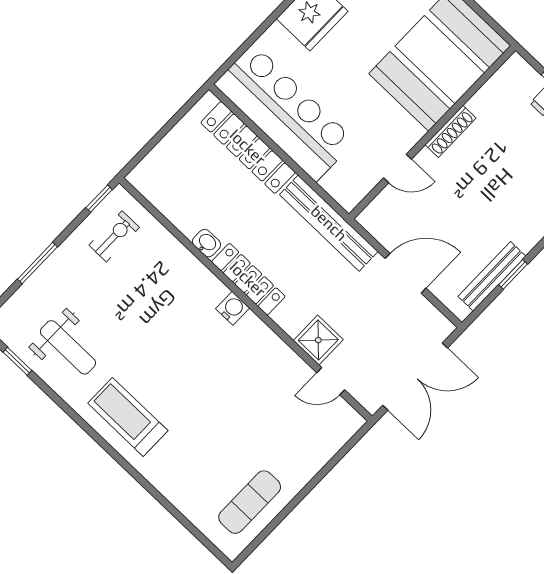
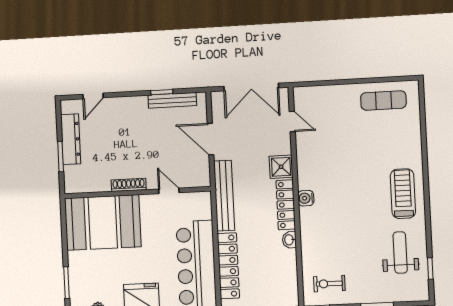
shower: (318, 340) -> (281, 167), moved
double door: (415, 377) -> (251, 87), swing flipped
treadmill: (128, 417) -> (403, 194), turned 180

